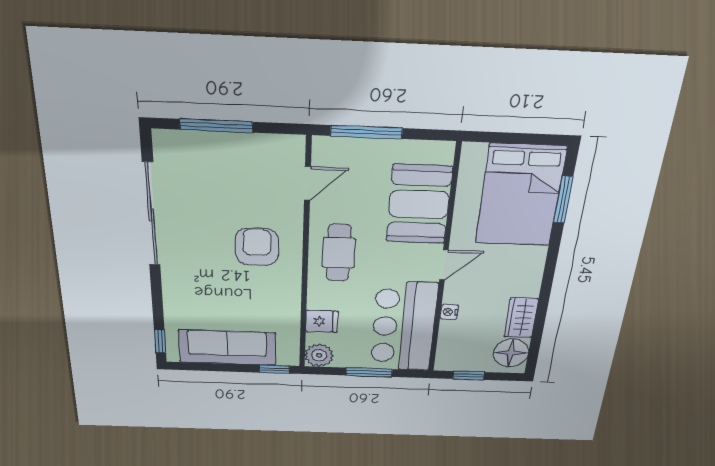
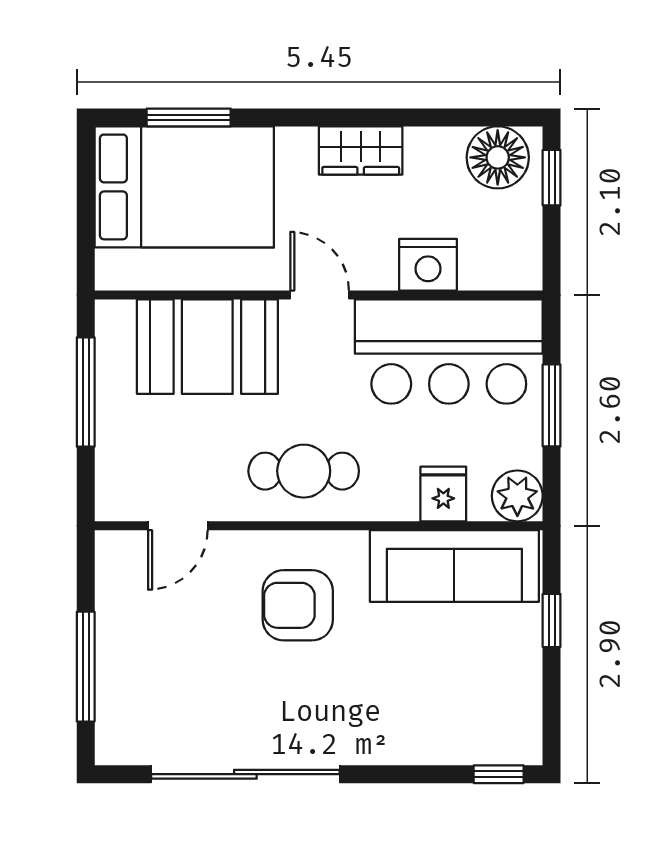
window: (366, 132) -> (86, 392), moved
door: (307, 183) -> (178, 526), swing flipped
nightstand: (449, 312) -> (428, 265), width x1.89, depth x1.79
wardrobe: (521, 318) -> (361, 151), moved
sofa: (227, 348) -> (454, 566), moved, turned -90
window: (274, 369) -> (552, 621), moved
window: (469, 375) -> (552, 178), moved

